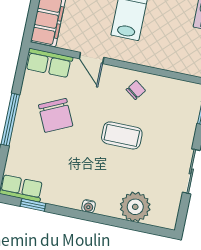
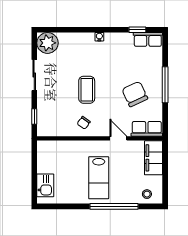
coffee table: (122, 135) -> (87, 90), turned 90
plant: (135, 207) -> (47, 43), moved

